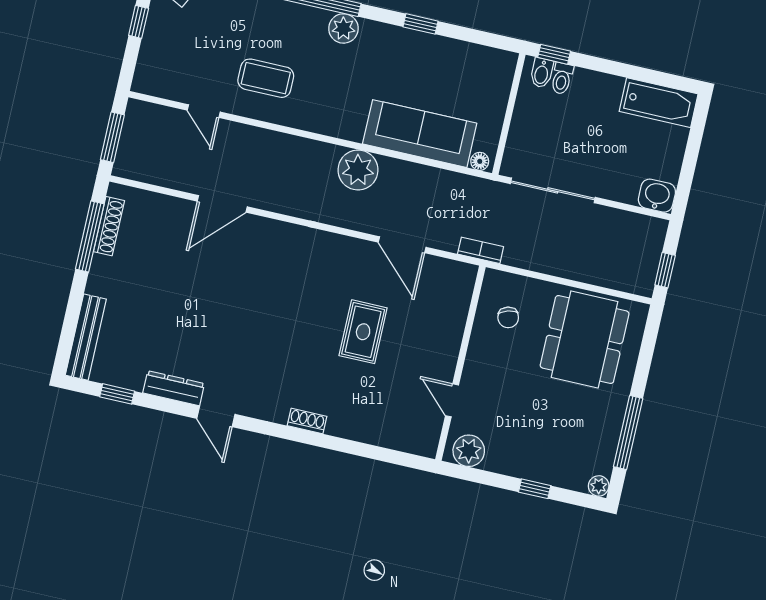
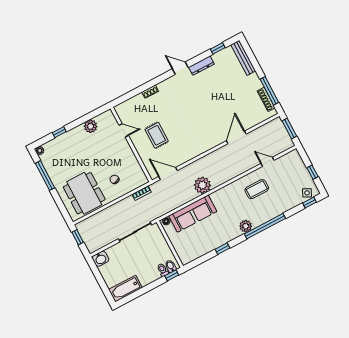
wall: (460, 363) -> (131, 144), moved
door: (452, 400) -> (124, 130), moved

